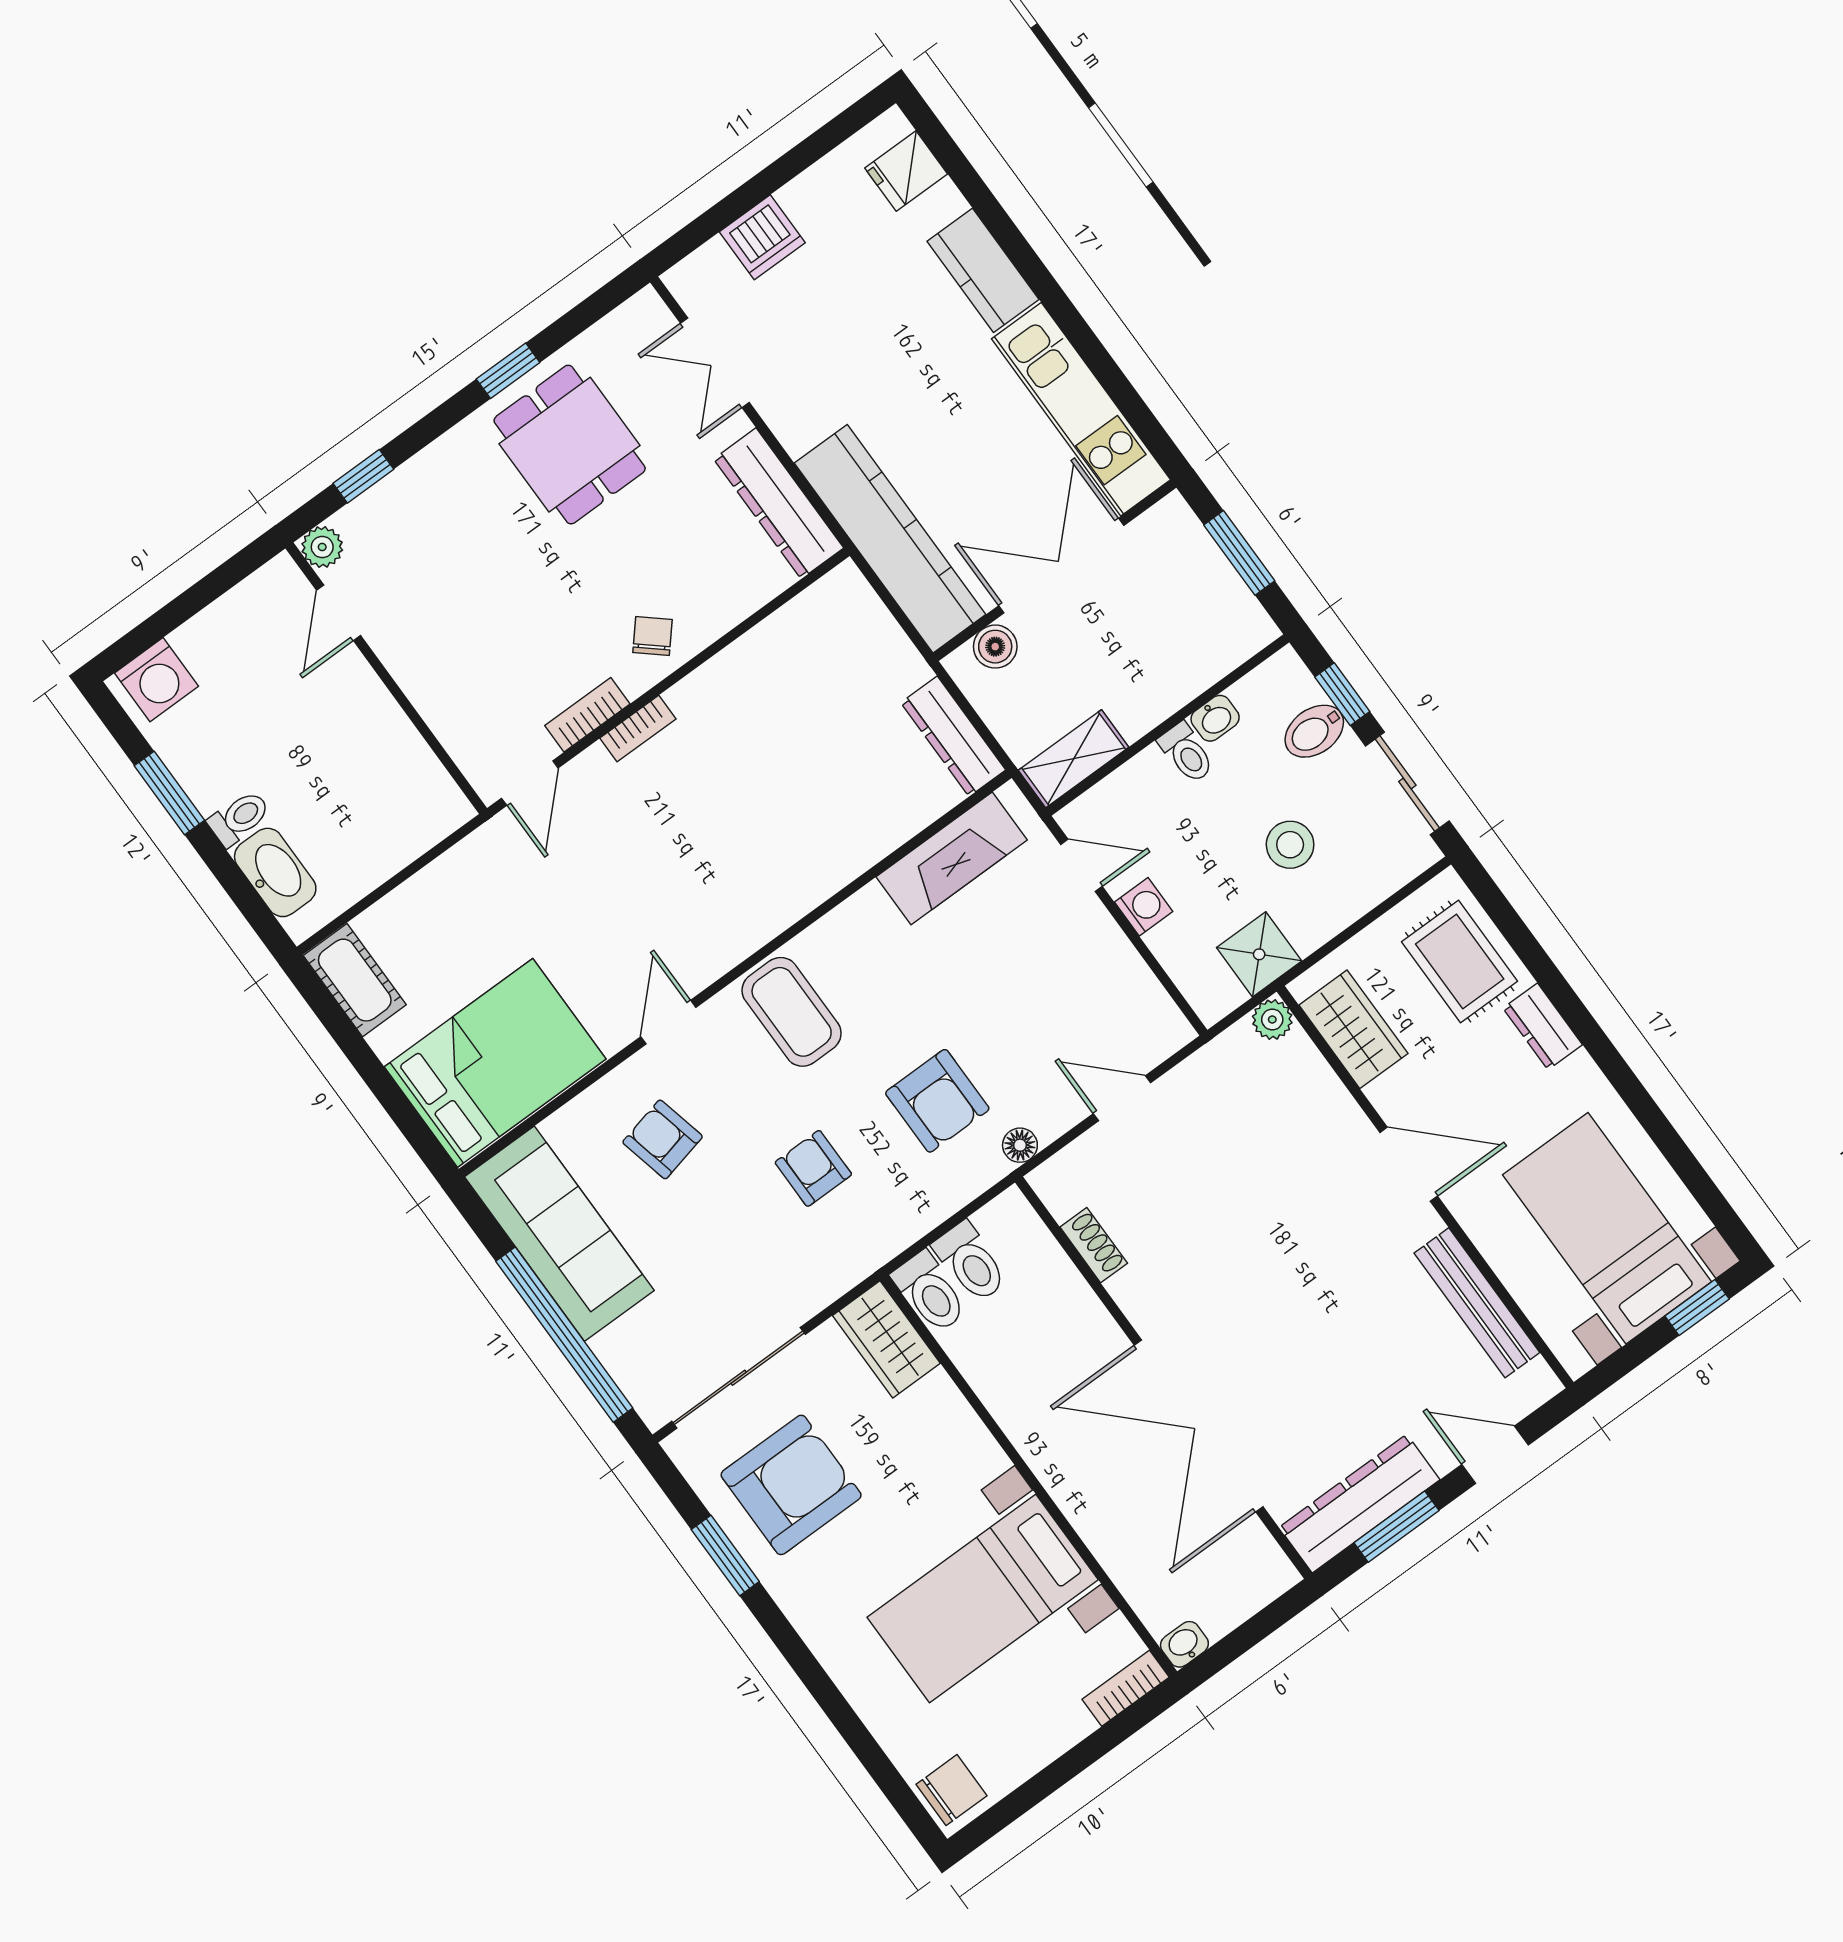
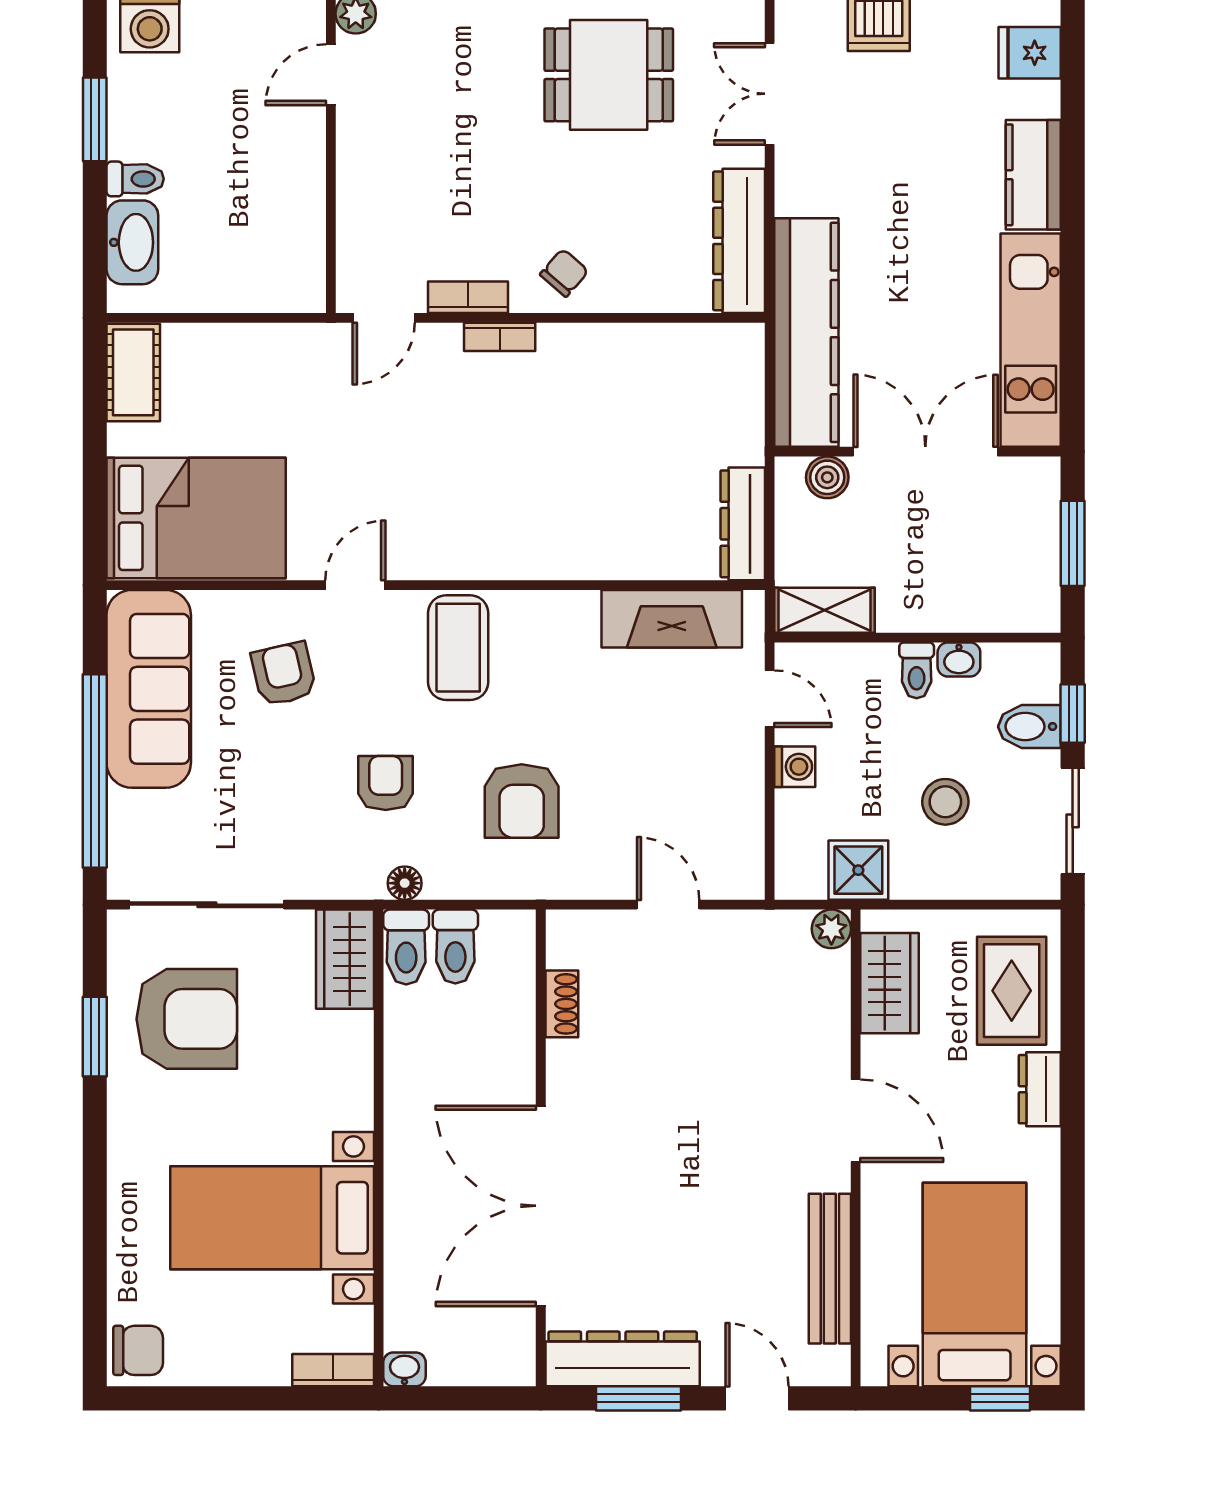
dining table: (570, 445) -> (609, 75), turned 90
floor lamp: (1020, 1145) -> (405, 883), moved

